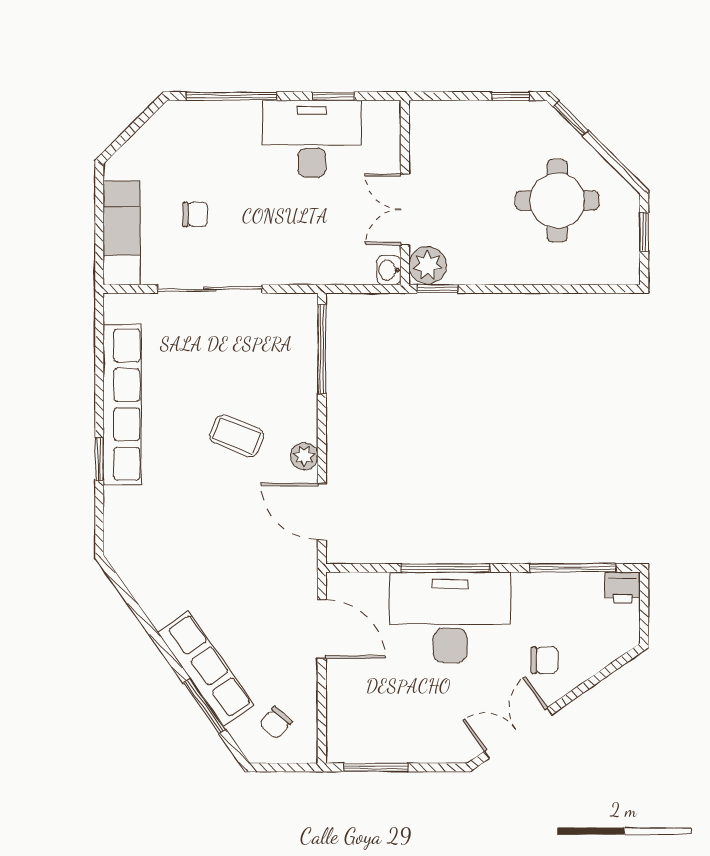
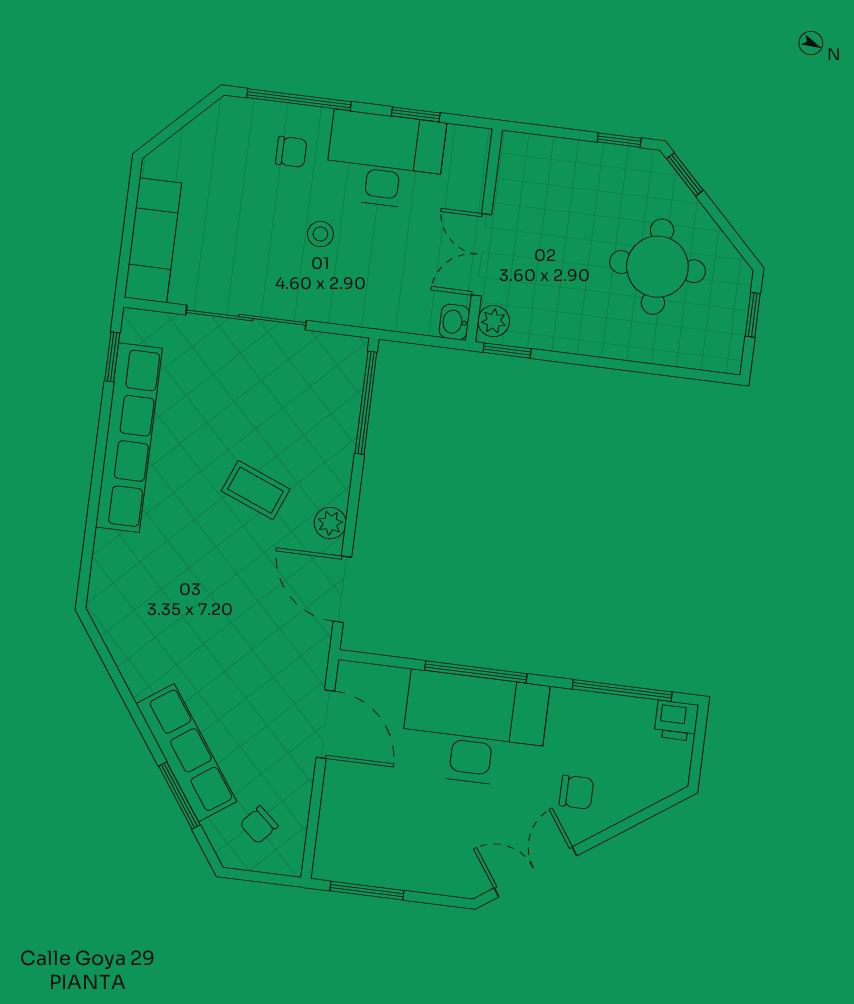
stool: (264, 209) -> (320, 234), added
chair: (195, 214) -> (291, 152), moved
plant: (428, 265) -> (494, 321), width x0.73, depth x0.73
window: (99, 459) -> (112, 357), moved

